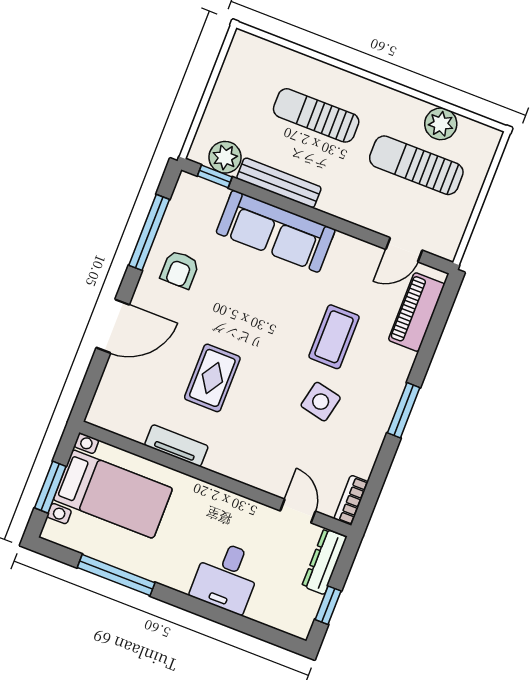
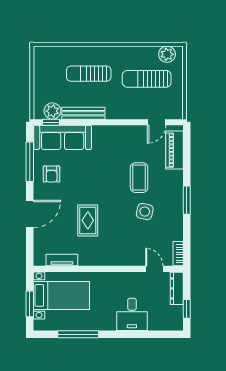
plant: (441, 124) -> (167, 54), moved
sofa: (276, 231) -> (63, 137), moved
tv unit: (176, 446) -> (62, 260), moved

